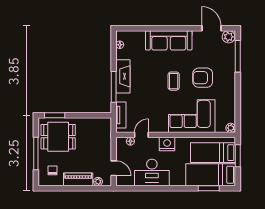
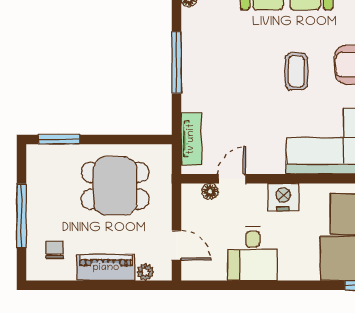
fireplace: (123, 76) -> (195, 62), removed
window: (114, 87) -> (177, 63), moved
dining table: (58, 137) -> (115, 186), moved
desk: (152, 172) -> (253, 254), width x0.73

